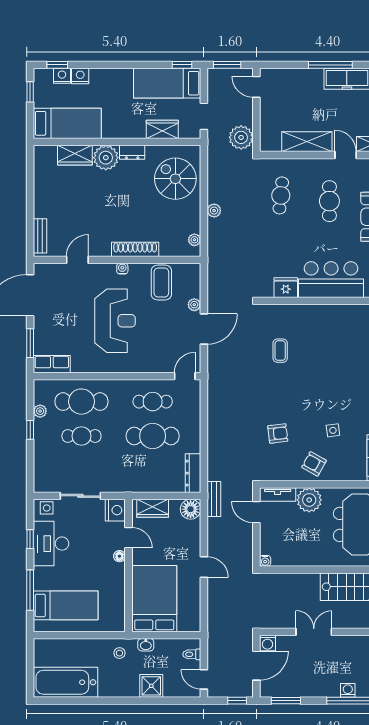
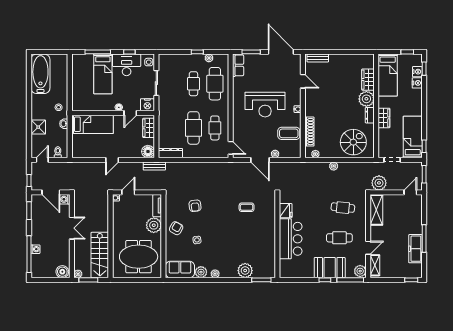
wardrobe: (162, 129) -> (384, 118), moved
shelving: (307, 142) -> (376, 210), moved
shoe rack: (135, 249) -> (309, 132), moved
door: (256, 512) -> (128, 192), moved
bed: (154, 599) -> (92, 124), width x0.67
bed: (66, 605) -> (103, 74), moved

